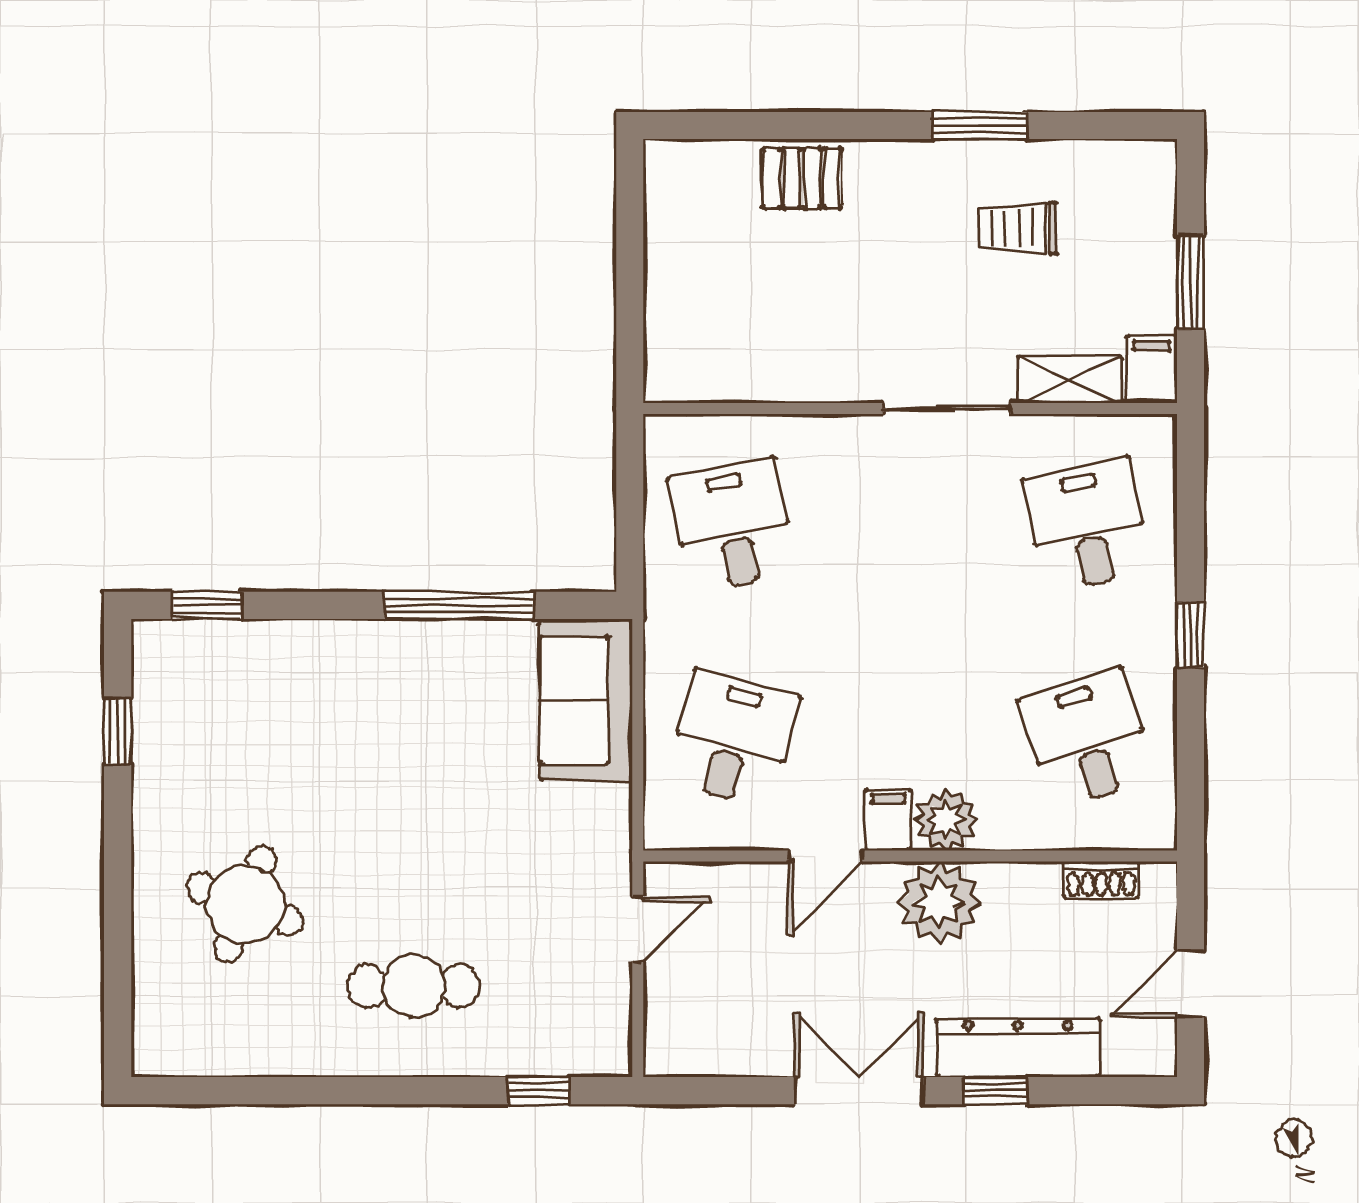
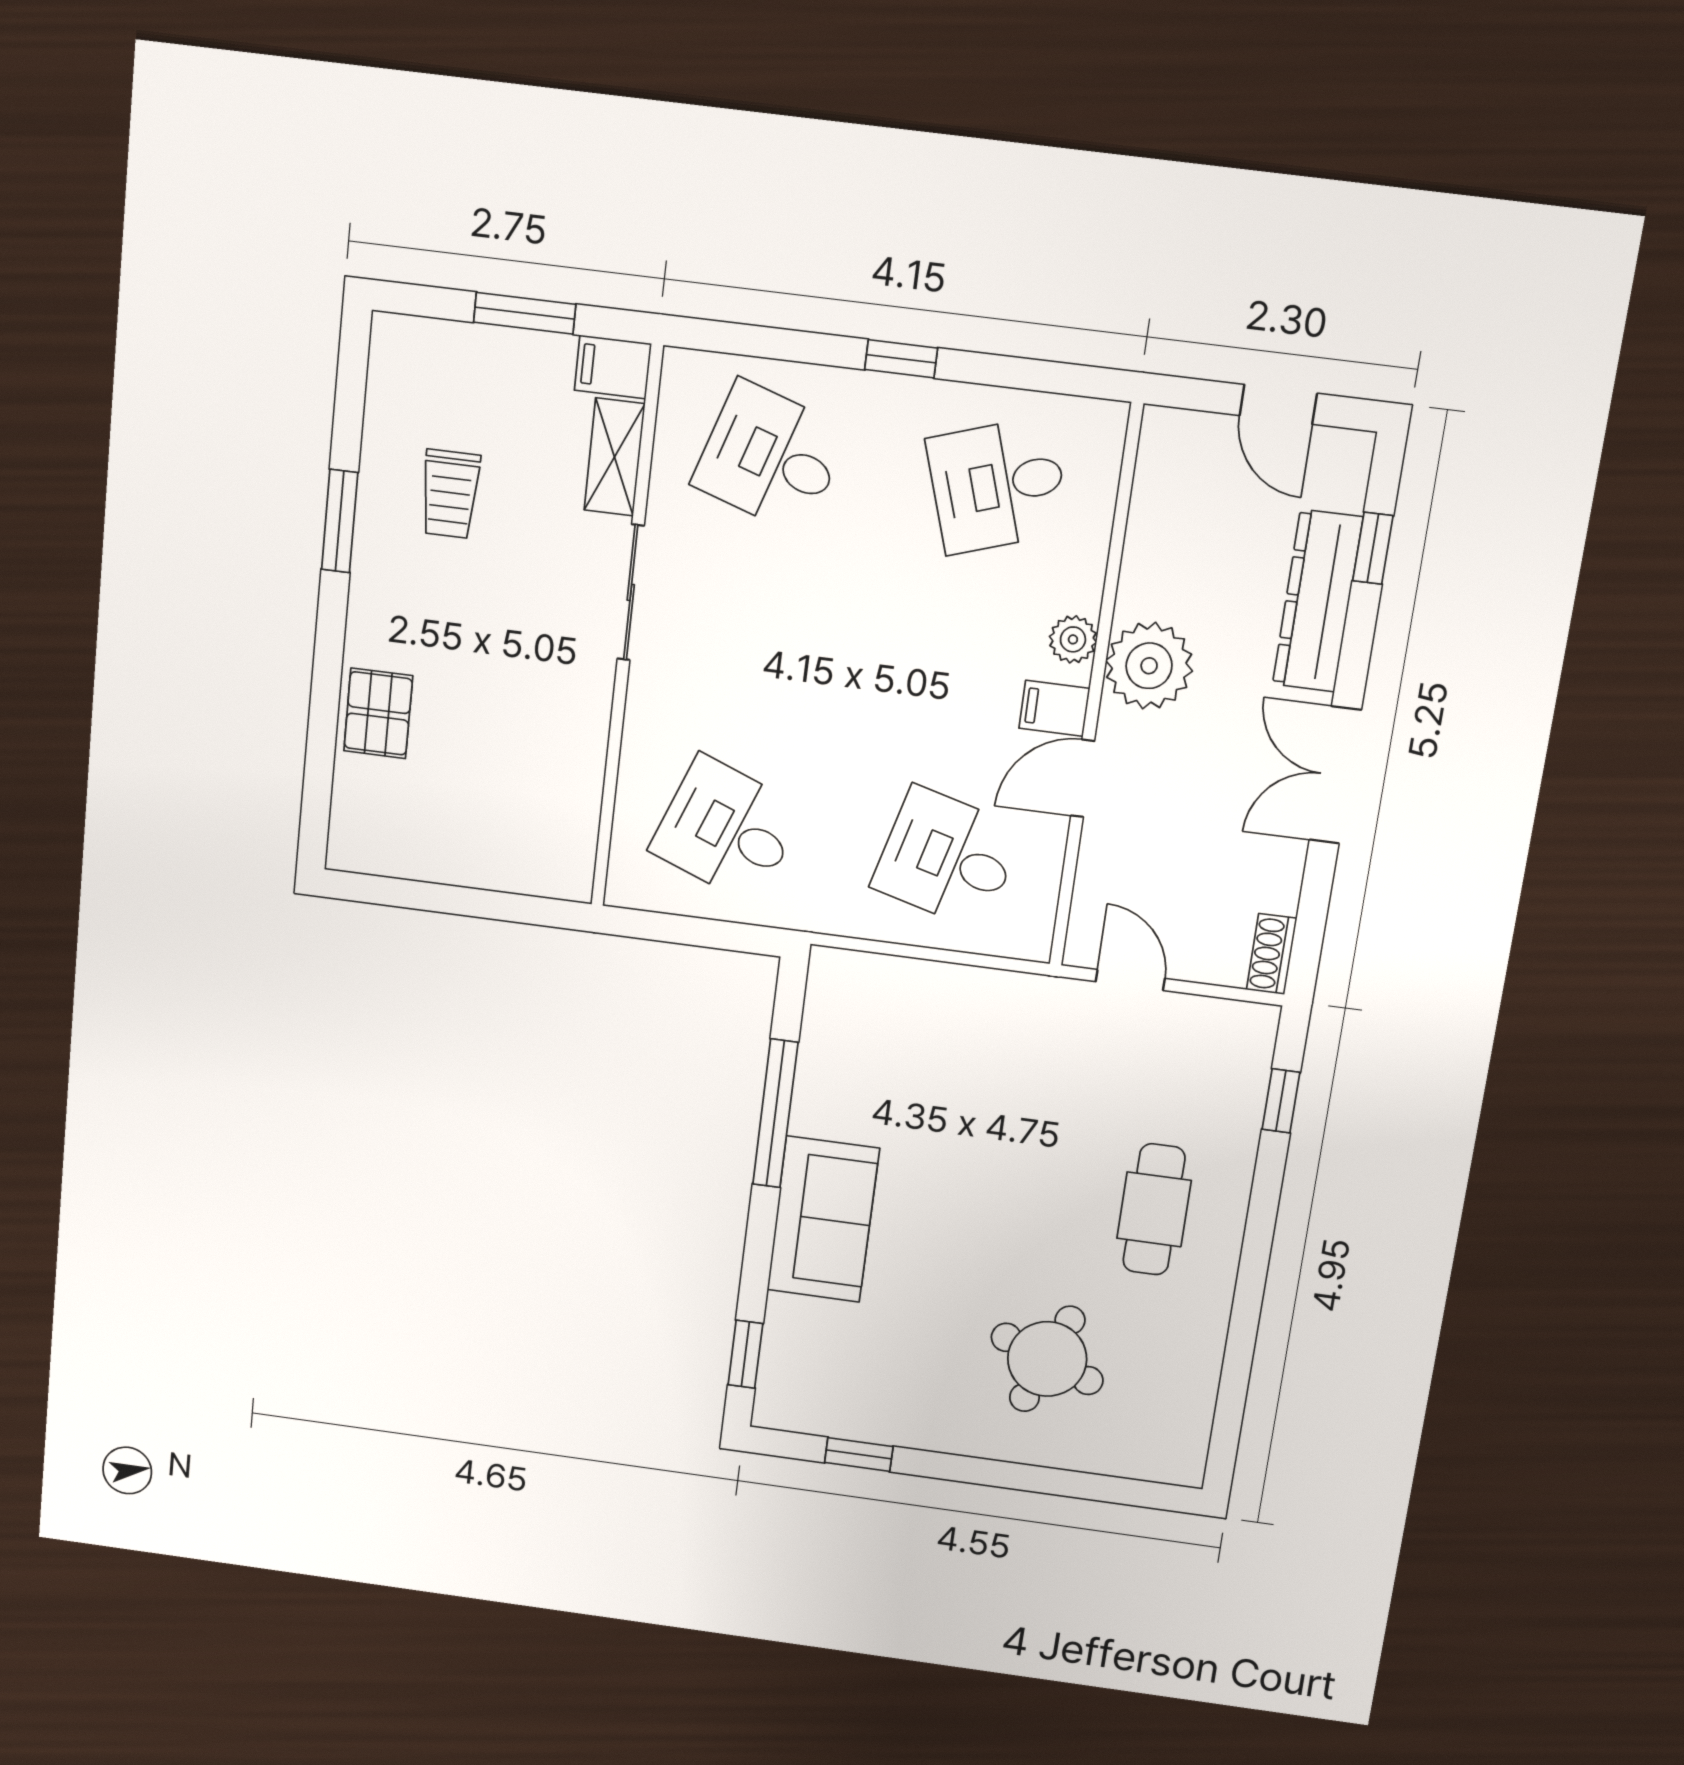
desk: (733, 525) -> (727, 830), turned 33
desk: (1087, 525) -> (771, 457), turned 30
sofa: (586, 700) -> (823, 1219), moved, turned -90
plant: (946, 820) -> (1073, 639), width x0.73, depth x0.73
door: (826, 856) -> (1083, 778), swing flipped
shoe rack: (1101, 880) -> (1272, 954), moved, turned 180
window: (995, 1091) -> (1373, 548), moved

